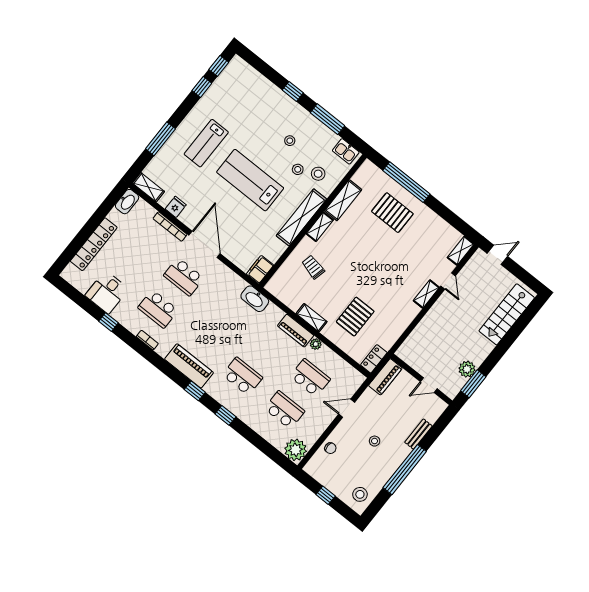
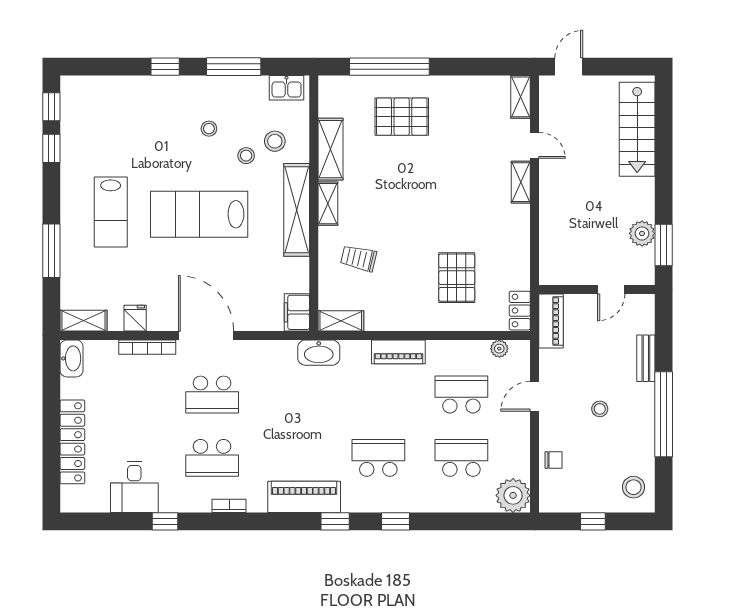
shelving: (312, 318) -> (341, 321), moved
plant: (316, 344) -> (499, 349), moved

